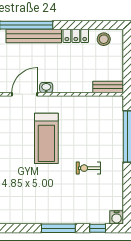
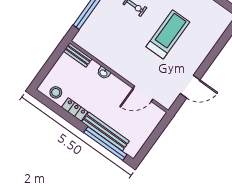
washbasin: (46, 88) -> (104, 73), moved
treadmill: (46, 138) -> (168, 34), moved

